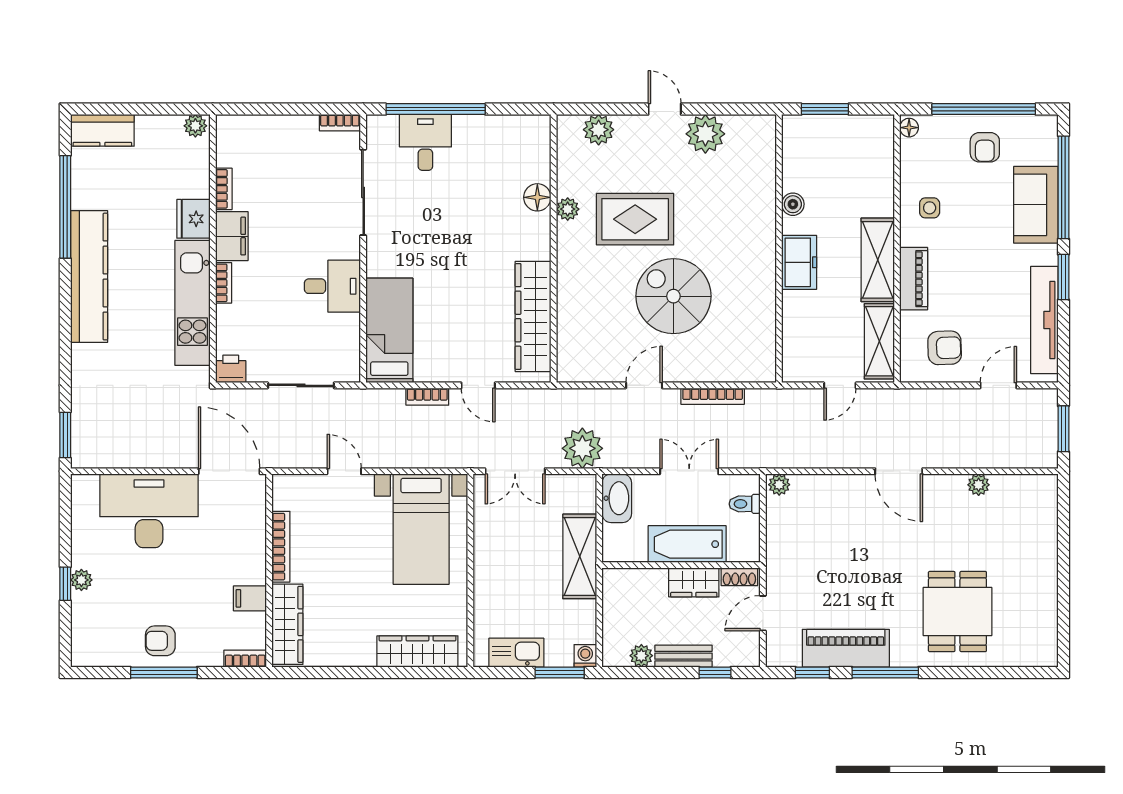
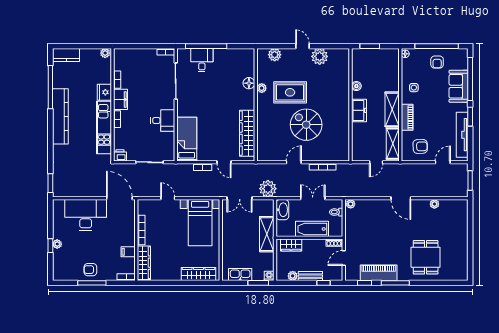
wardrobe: (694, 582) -> (291, 245), moved

